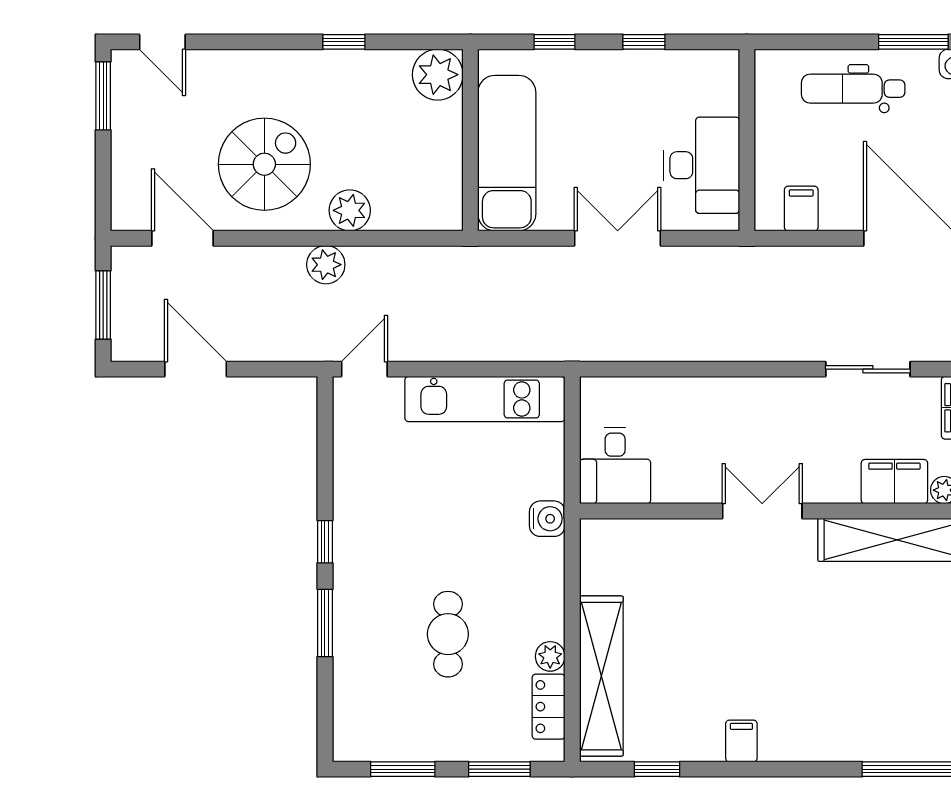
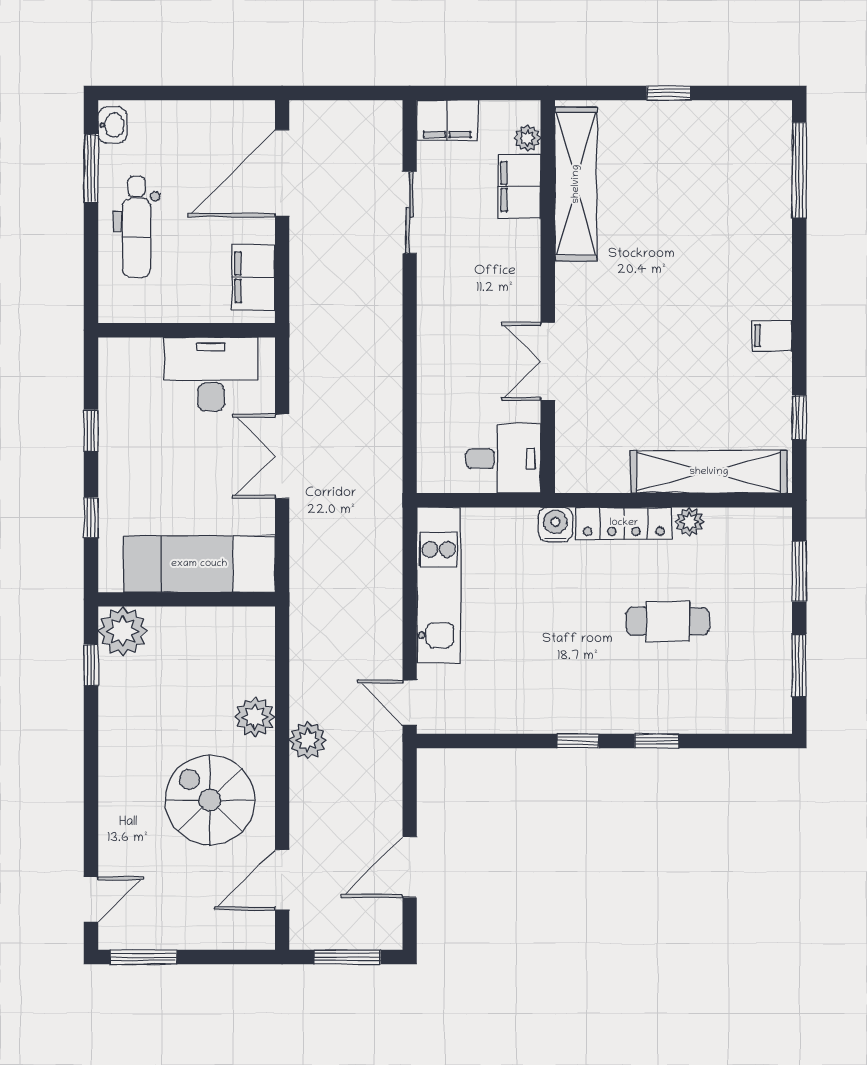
window: (344, 42) -> (91, 665), moved
filing cabinet: (801, 209) -> (253, 277), width x2.00
double door: (762, 511) -> (548, 362), moved
window: (325, 623) -> (657, 741), width x0.67
locker: (549, 707) -> (624, 523), moved, width x1.53

